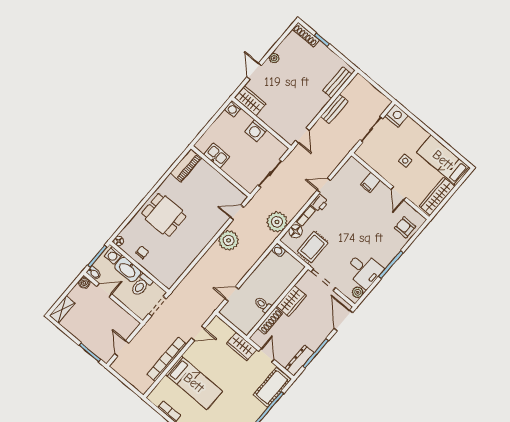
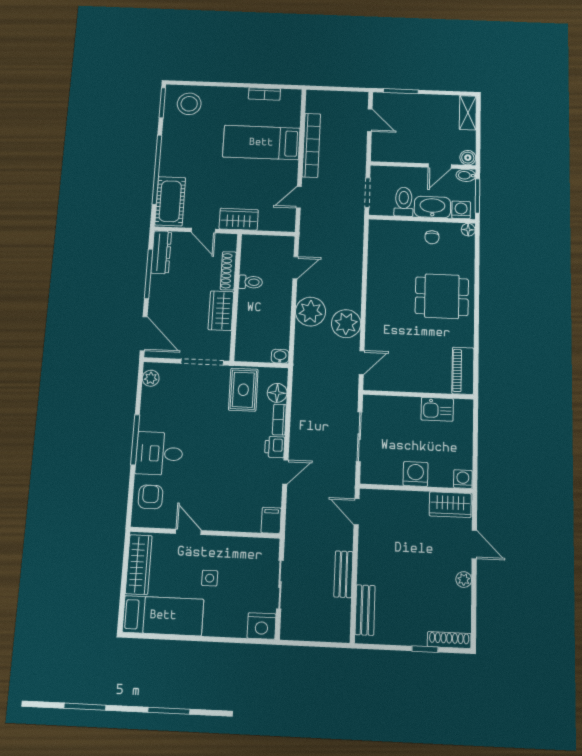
filing cabinet: (370, 182) -> (271, 520), moved
plant: (277, 222) -> (311, 312), moved
armchair: (405, 227) -> (150, 497), turned -90
desk: (364, 270) -> (159, 454), moved

